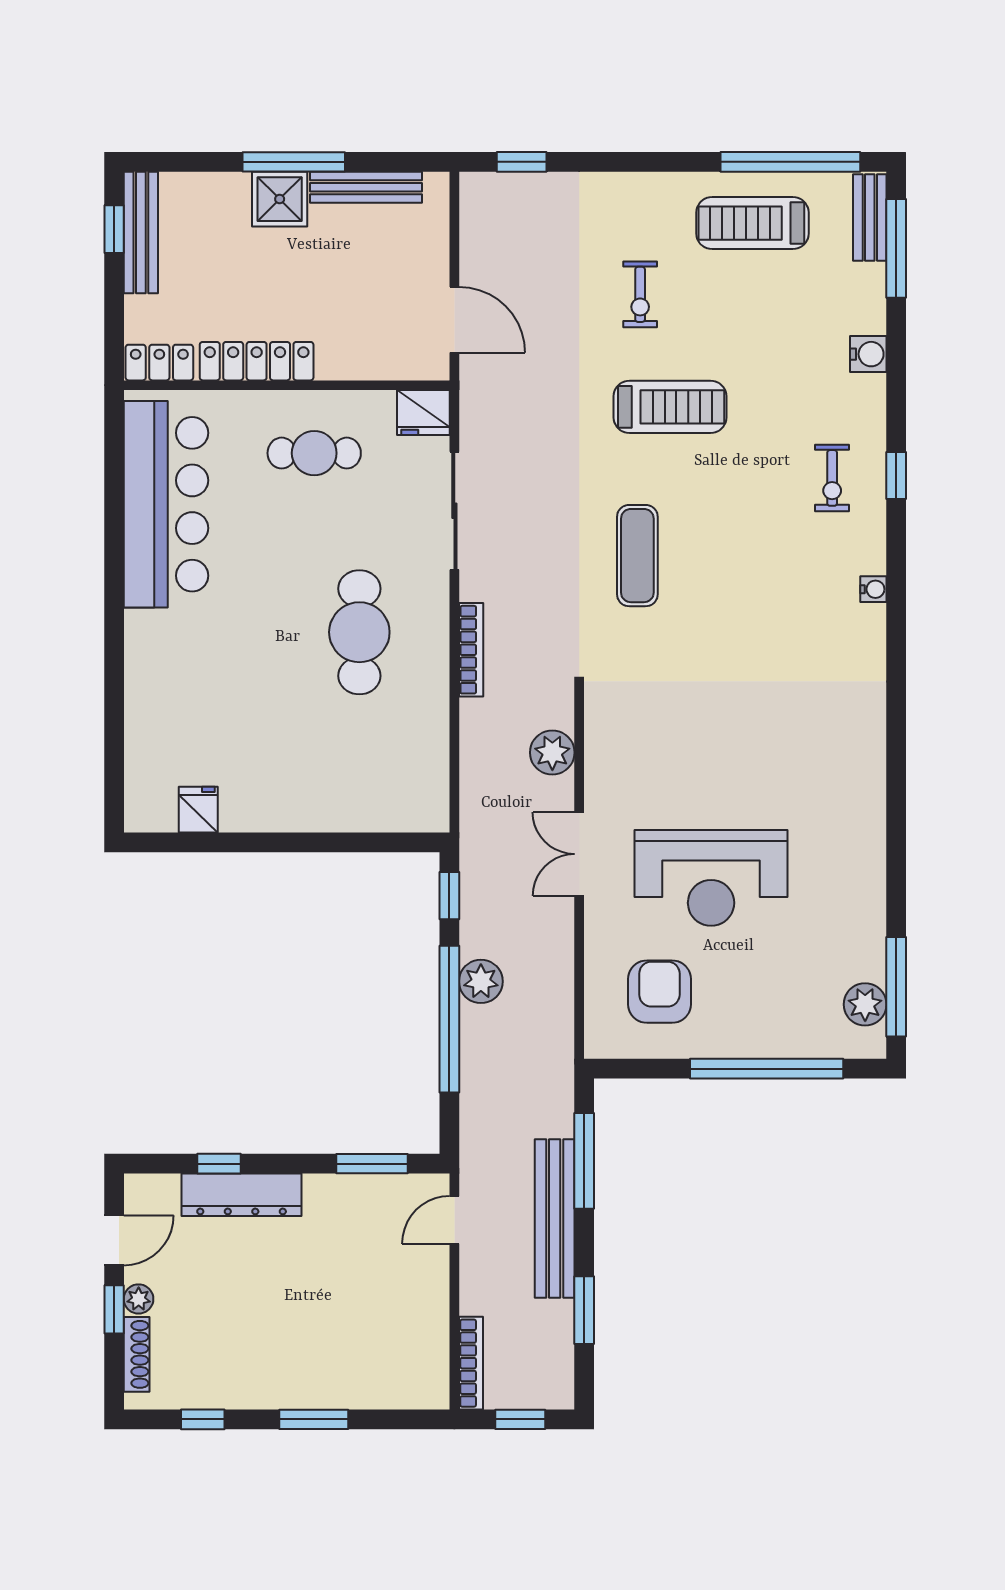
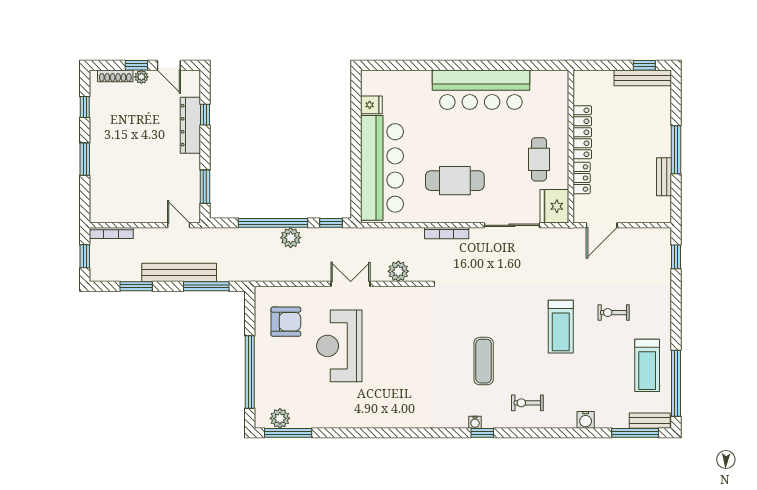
bench: (366, 187) -> (664, 177), width x0.73
shower: (280, 199) -> (658, 143), removed
treadmill: (752, 223) -> (647, 365), turned 180
locker: (159, 363) -> (582, 178), moved
fridge: (423, 413) -> (554, 206), width x1.36, depth x1.34
window: (896, 475) -> (482, 433), moved
bar counter: (166, 504) -> (481, 90), moved
exercise mat: (637, 556) -> (484, 361), moved, turned 90
bar counter: (332, 787) -> (382, 168), added

